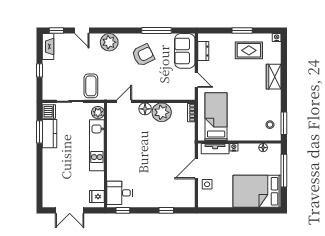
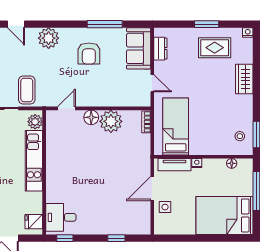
armchair: (143, 55) -> (89, 53), turned 116

